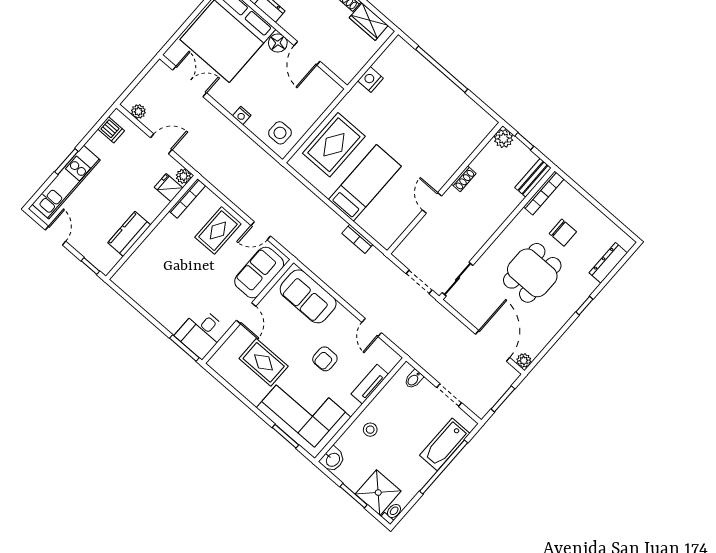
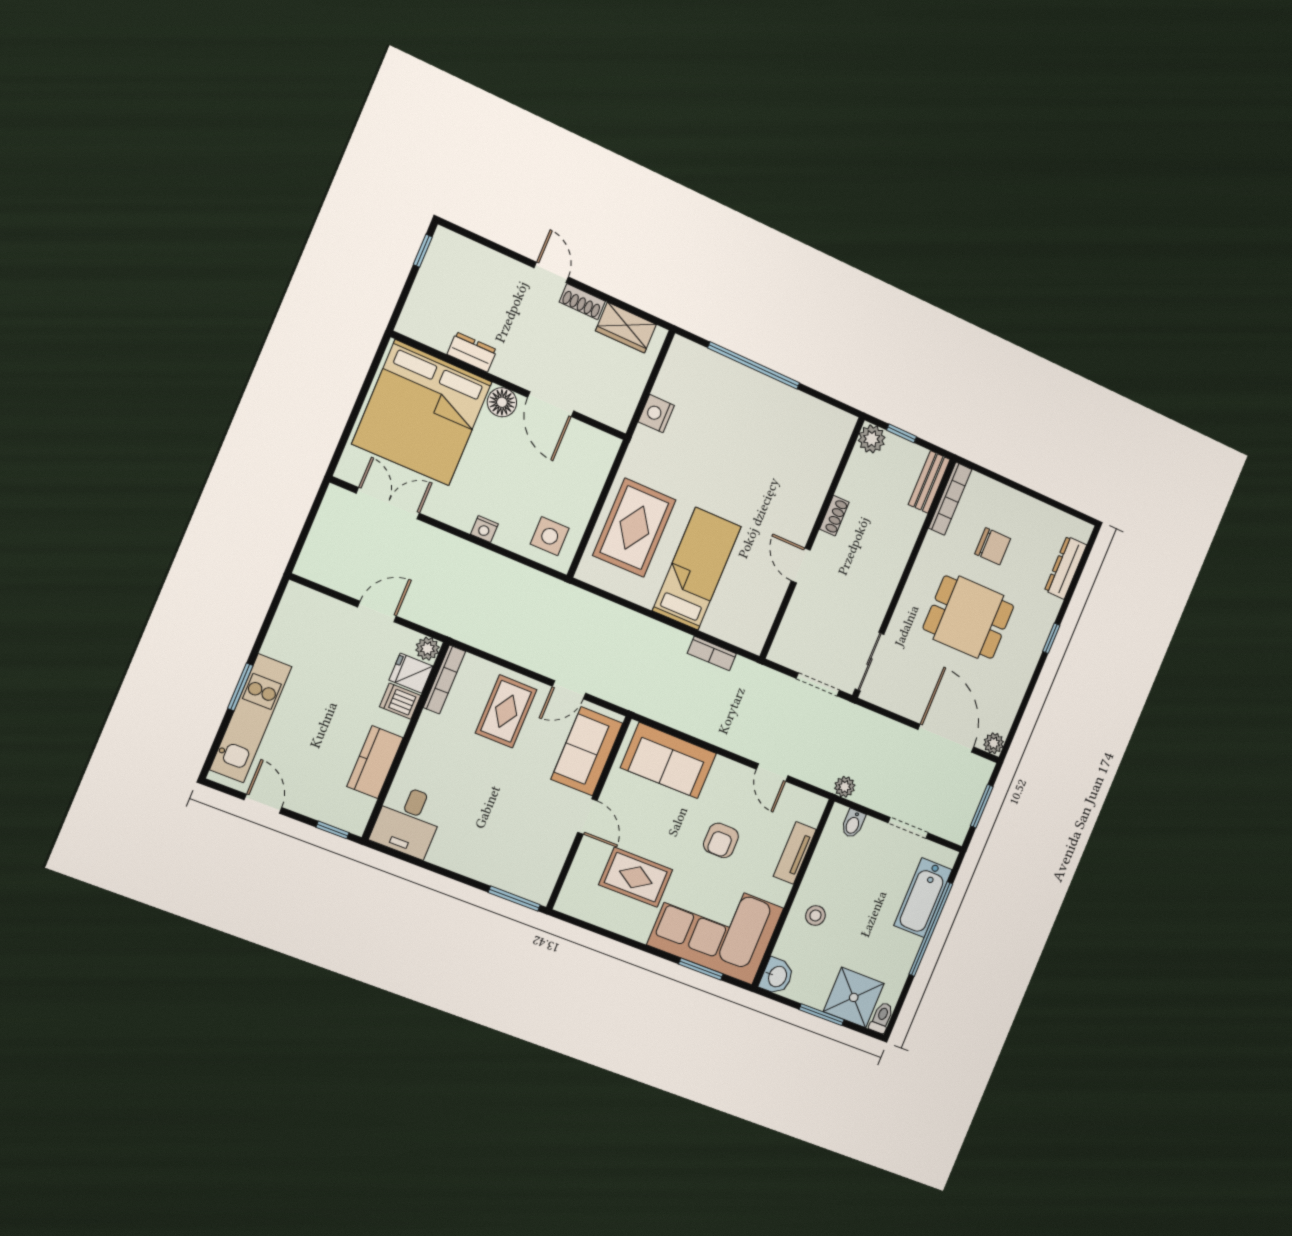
plant: (138, 111) -> (845, 787), moved
dishwasher: (111, 130) -> (400, 701), moved, turned 180
dining table: (532, 273) -> (968, 617), turned 90
desk: (201, 333) -> (408, 821), moved

